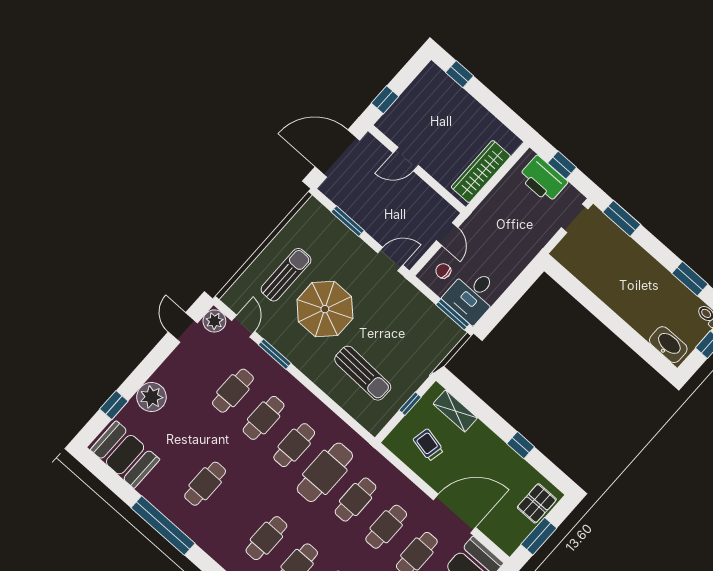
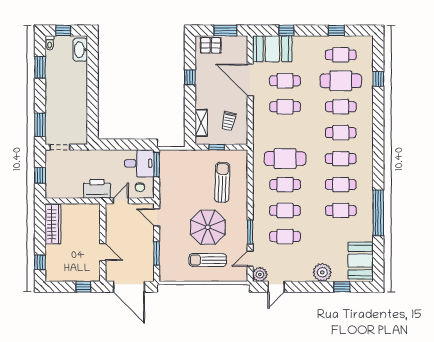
wardrobe: (481, 172) -> (53, 224), moved, turned -90
printer: (543, 179) -> (97, 189), moved, turned -90
cafe table: (356, 500) -> (341, 185), moved

